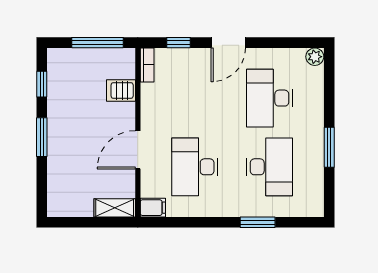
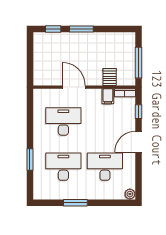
door: (228, 43) -> (138, 142), hinge flipped
window: (42, 84) -> (53, 29), moved
desk: (270, 167) -> (63, 167), turned 180
shelving: (115, 208) -> (39, 73), removed
filing cabinet: (153, 208) -> (108, 96), moved

